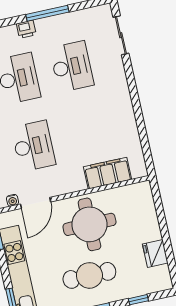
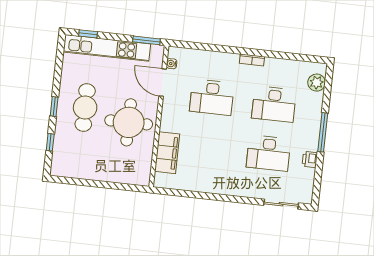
window: (47, 13) -> (323, 132), moved
printer: (26, 29) -> (310, 160), moved
fridge: (155, 253) -> (85, 170), removed

